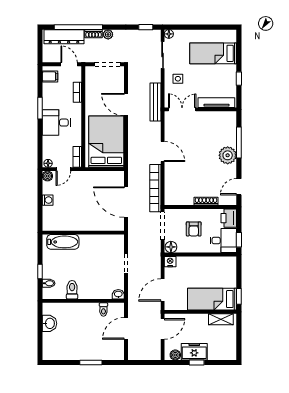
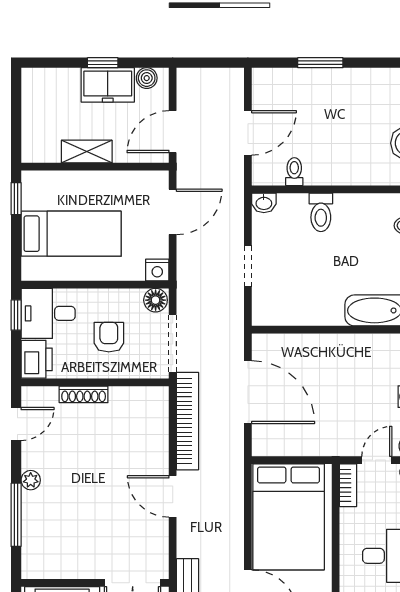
plant: (228, 155) -> (31, 480), width x0.53, depth x0.53
toilet: (72, 290) -> (321, 212), moved
bed: (212, 299) -> (71, 234), moved
shelving: (221, 319) -> (87, 152), moved

